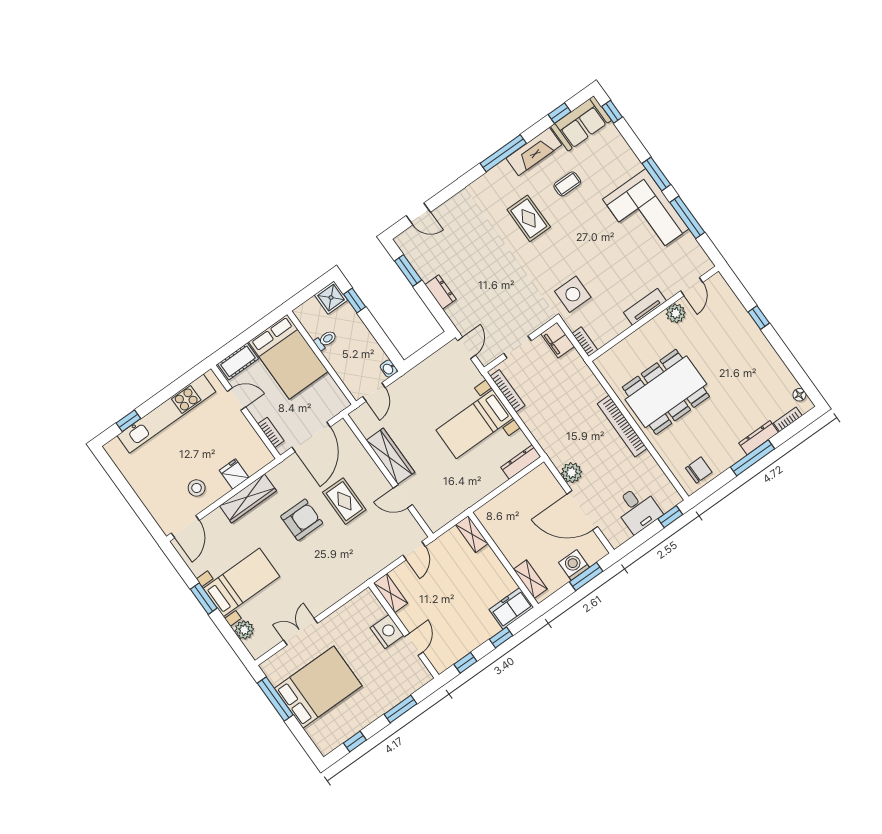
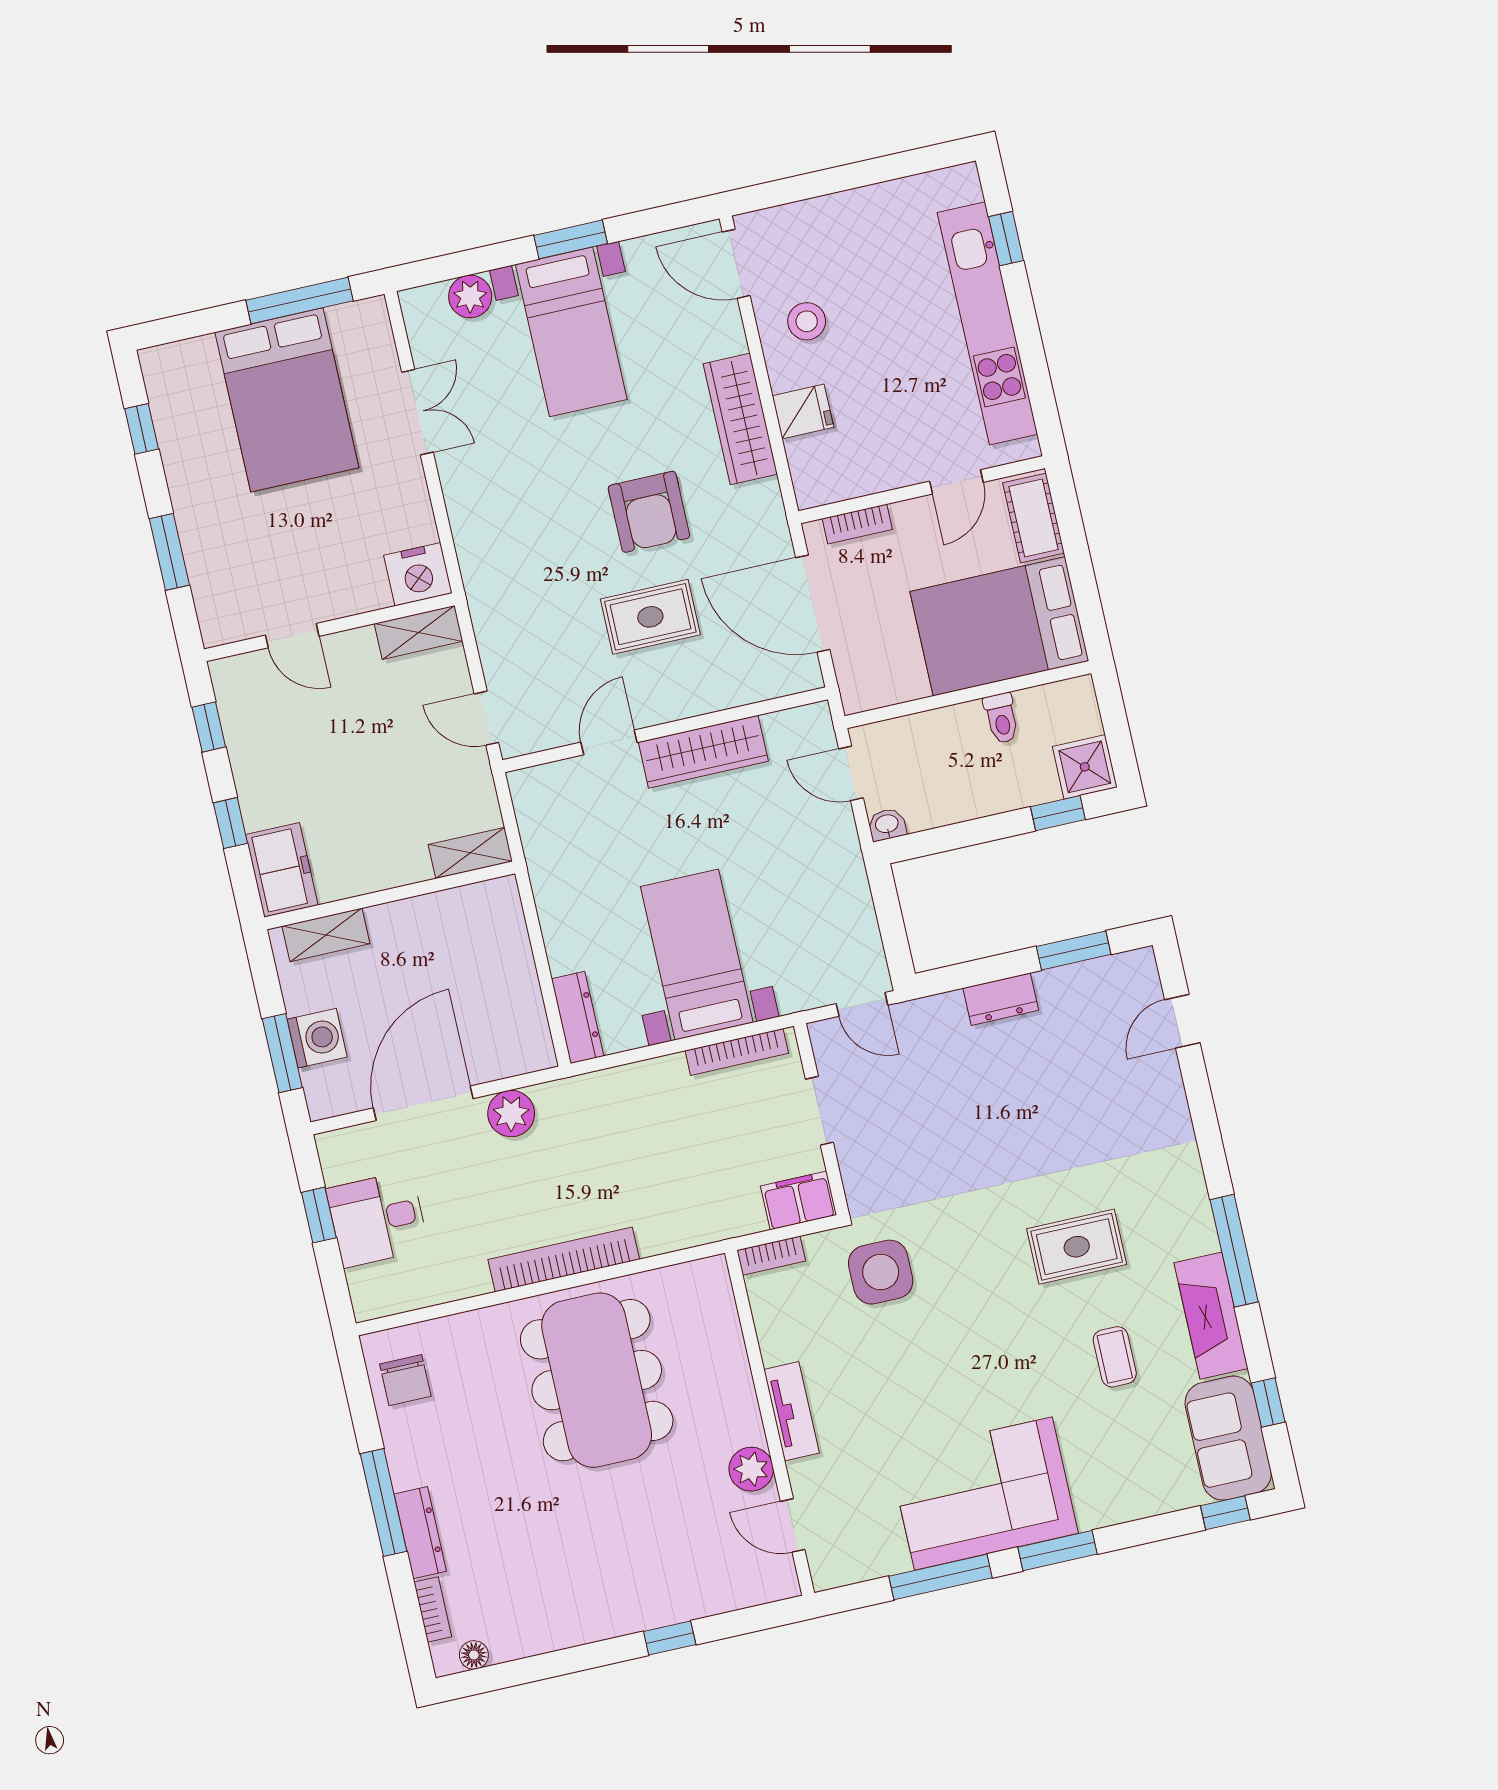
window: (670, 517) -> (319, 1215), moved
nightstand: (387, 632) -> (418, 574), moved

